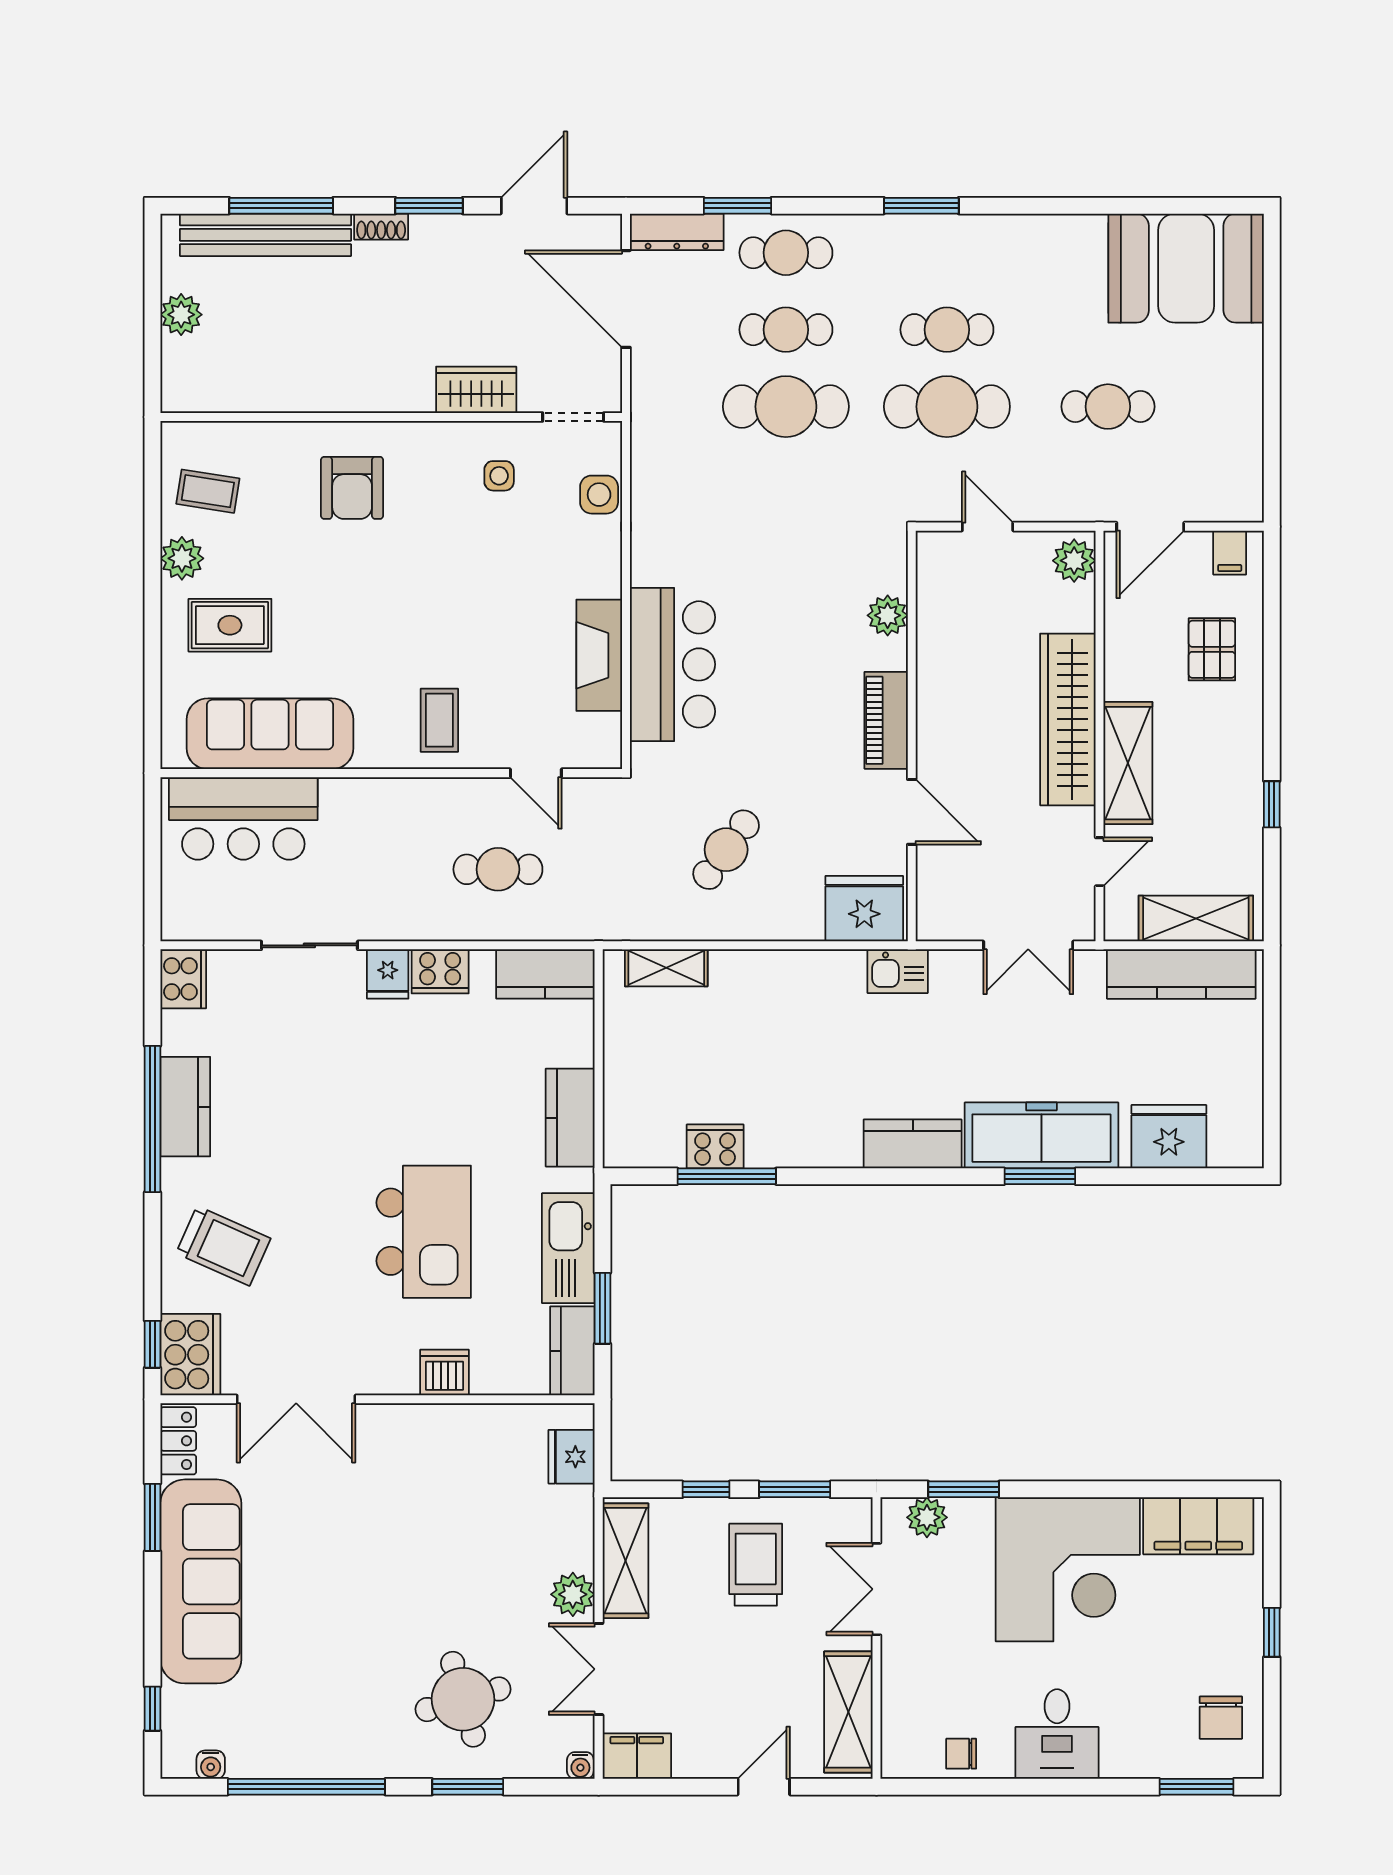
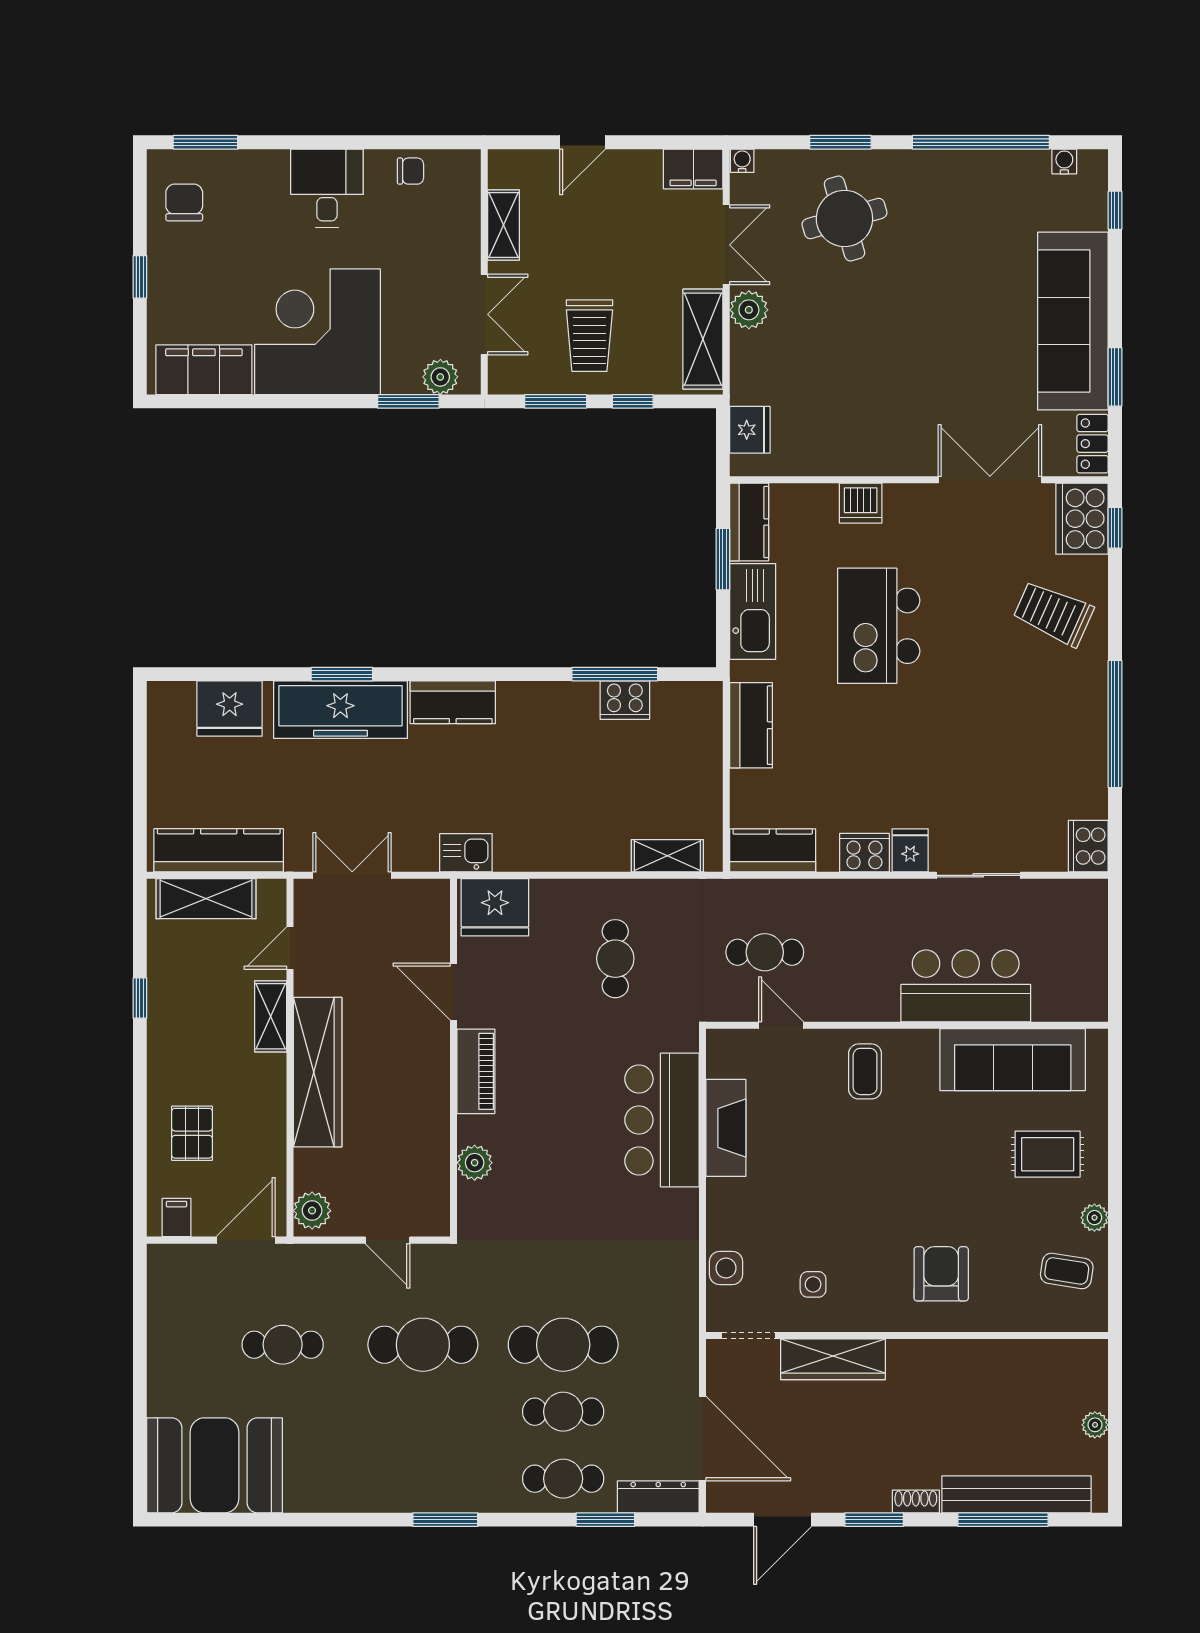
plant: (181, 315) -> (1095, 1425), width x0.73, depth x0.73
cafe table: (947, 330) -> (423, 1412), removed
wardrobe: (476, 390) -> (833, 1359), width x1.50
plant: (182, 558) -> (1094, 1218), width x0.73, depth x0.73
shelving: (1128, 763) -> (271, 1016), width x0.67, depth x0.75
bar counter: (243, 818) -> (966, 986), moved
cafe table: (726, 850) -> (615, 959), turned -36
cafe table: (498, 869) -> (765, 952), moved
kitchen counter: (185, 1107) -> (1086, 735), removed
shelving: (848, 1712) -> (503, 225), width x0.67, depth x0.75

